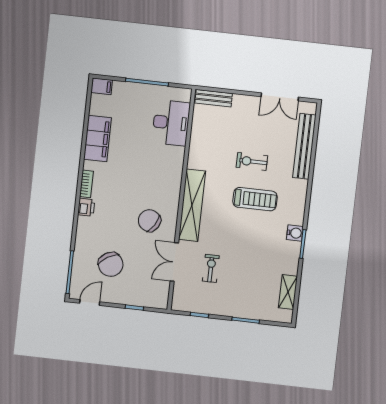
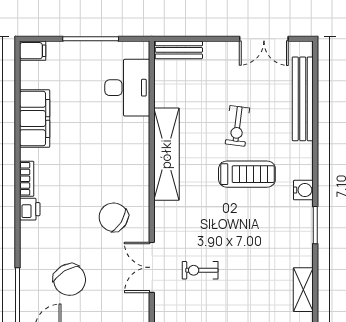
exercise bike: (252, 161) -> (237, 126), turned -83
shelving: (192, 205) -> (166, 154), moved
water cooler: (295, 233) -> (303, 190), moved
exercise bike: (211, 268) -> (200, 270), turned -90

